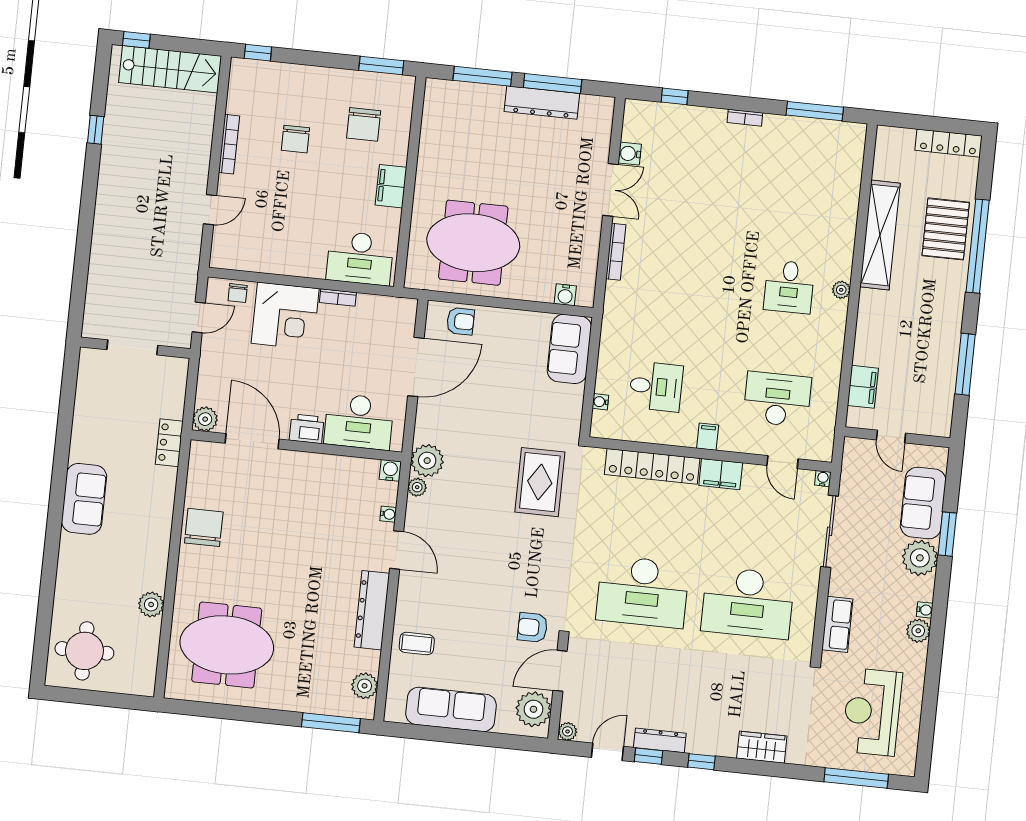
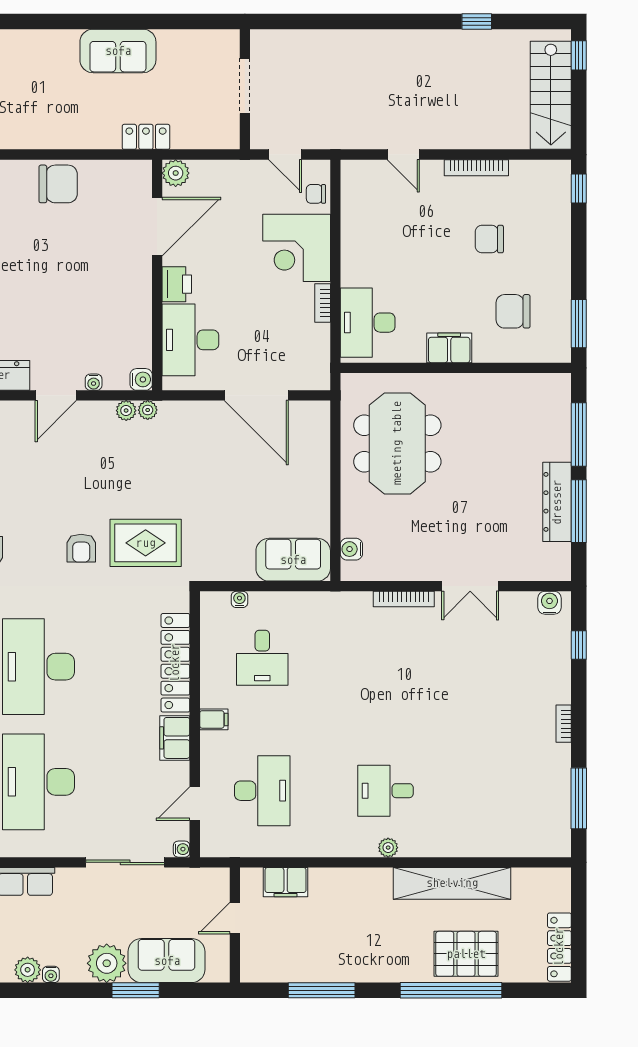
water cooler: (630, 154) -> (549, 603), moved
armchair: (460, 321) -> (81, 548), moved
plant: (427, 461) -> (148, 410), width x0.53, depth x0.53
sofa: (84, 499) -> (118, 51), moved

